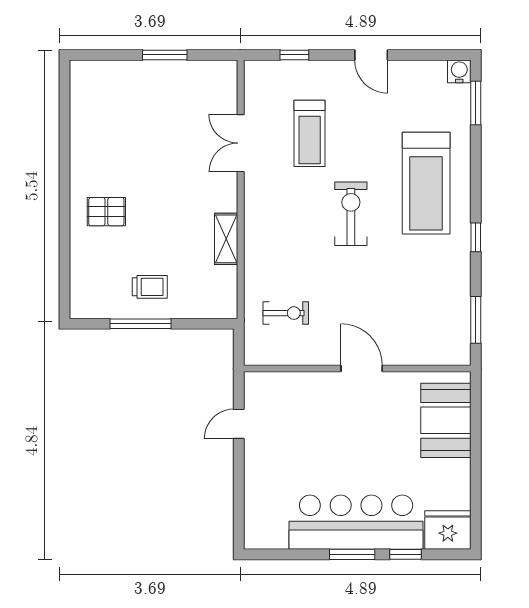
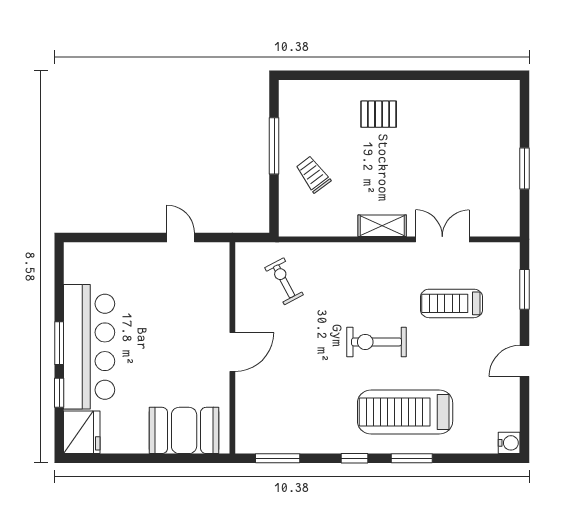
window: (294, 55) -> (524, 289), width x1.50
window: (476, 103) -> (412, 458), moved
pallet: (106, 212) -> (379, 114), turned 90
exercise bike: (351, 214) -> (377, 342), turned 180
shelving: (226, 239) -> (382, 226), moved
trolley: (150, 287) -> (313, 174), moved, turned 143
exercise bike: (286, 313) -> (284, 281), turned 152

